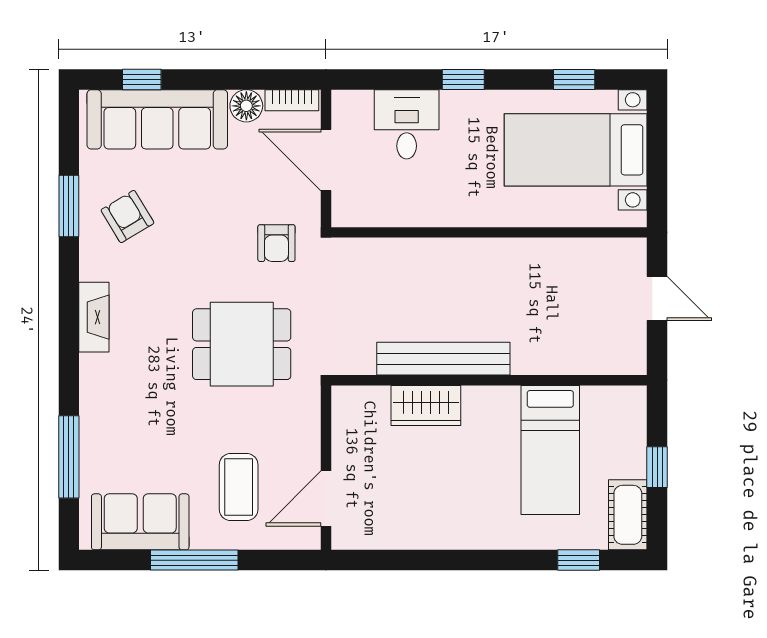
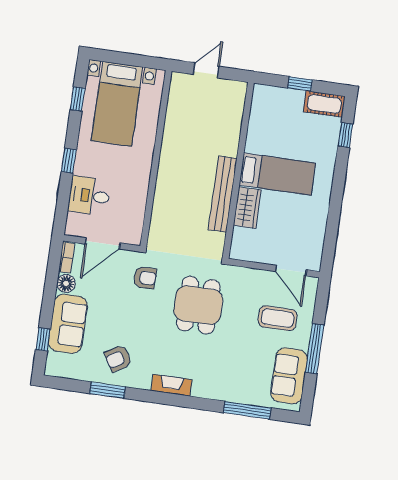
sofa: (157, 119) -> (68, 324), width x0.73
bed: (550, 450) -> (277, 174), moved

